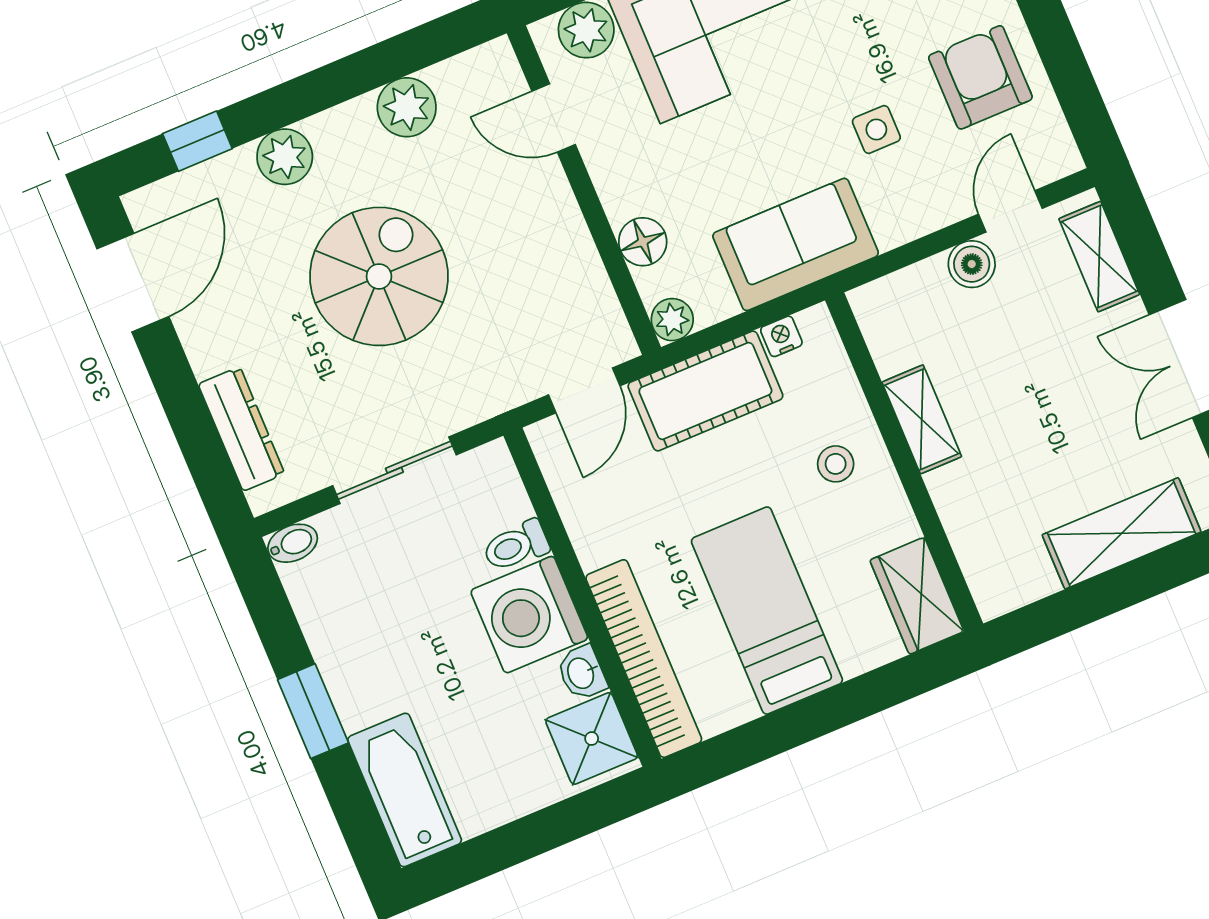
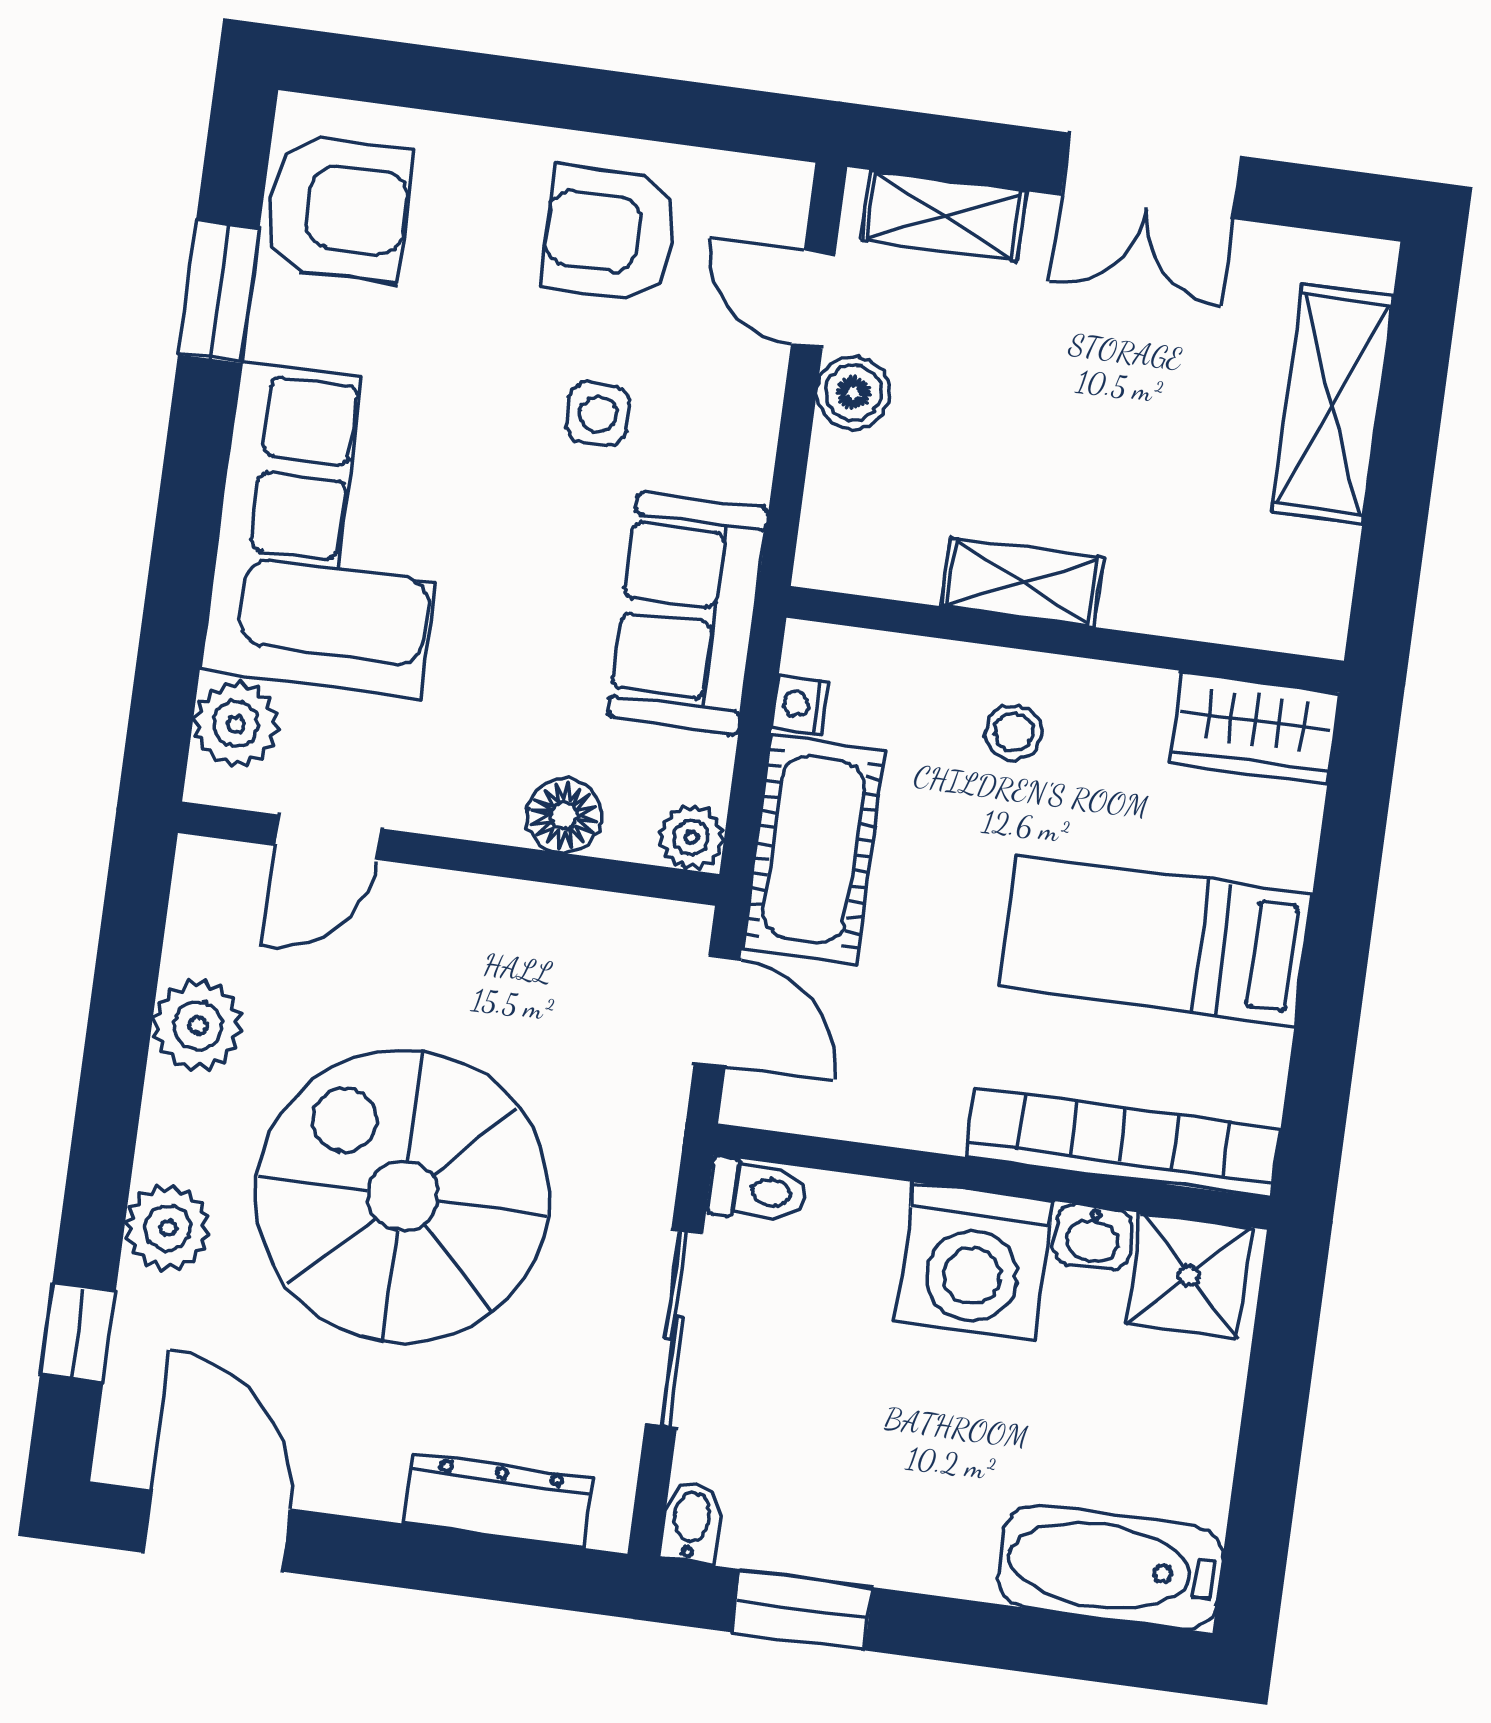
spiral stairs: (379, 276) -> (402, 1196), width x1.37, depth x1.37
toilet: (516, 546) -> (757, 1191), moved, turned -90
window: (313, 711) -> (802, 1610), moved

